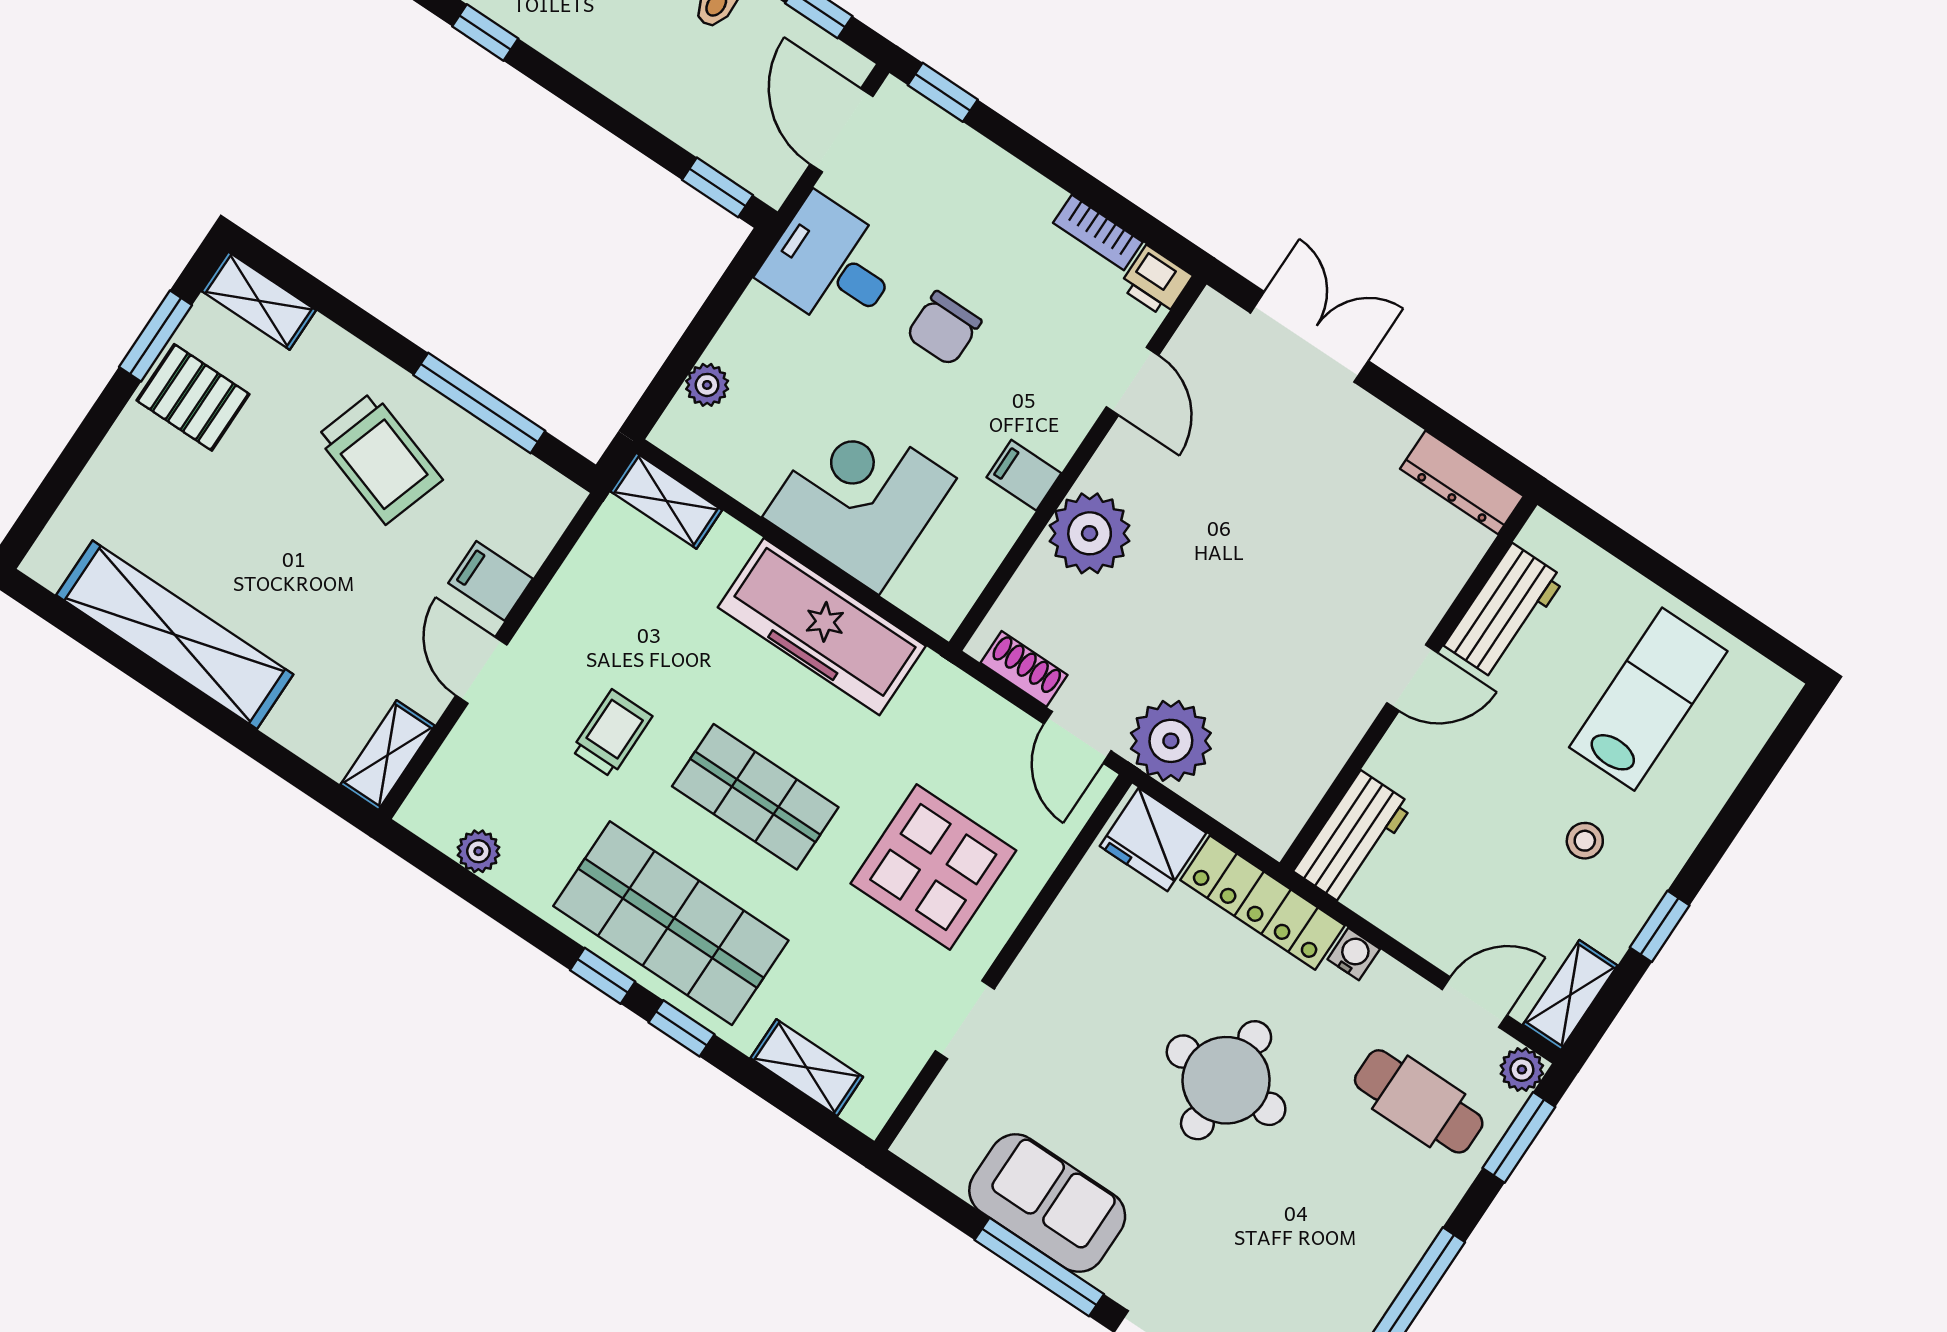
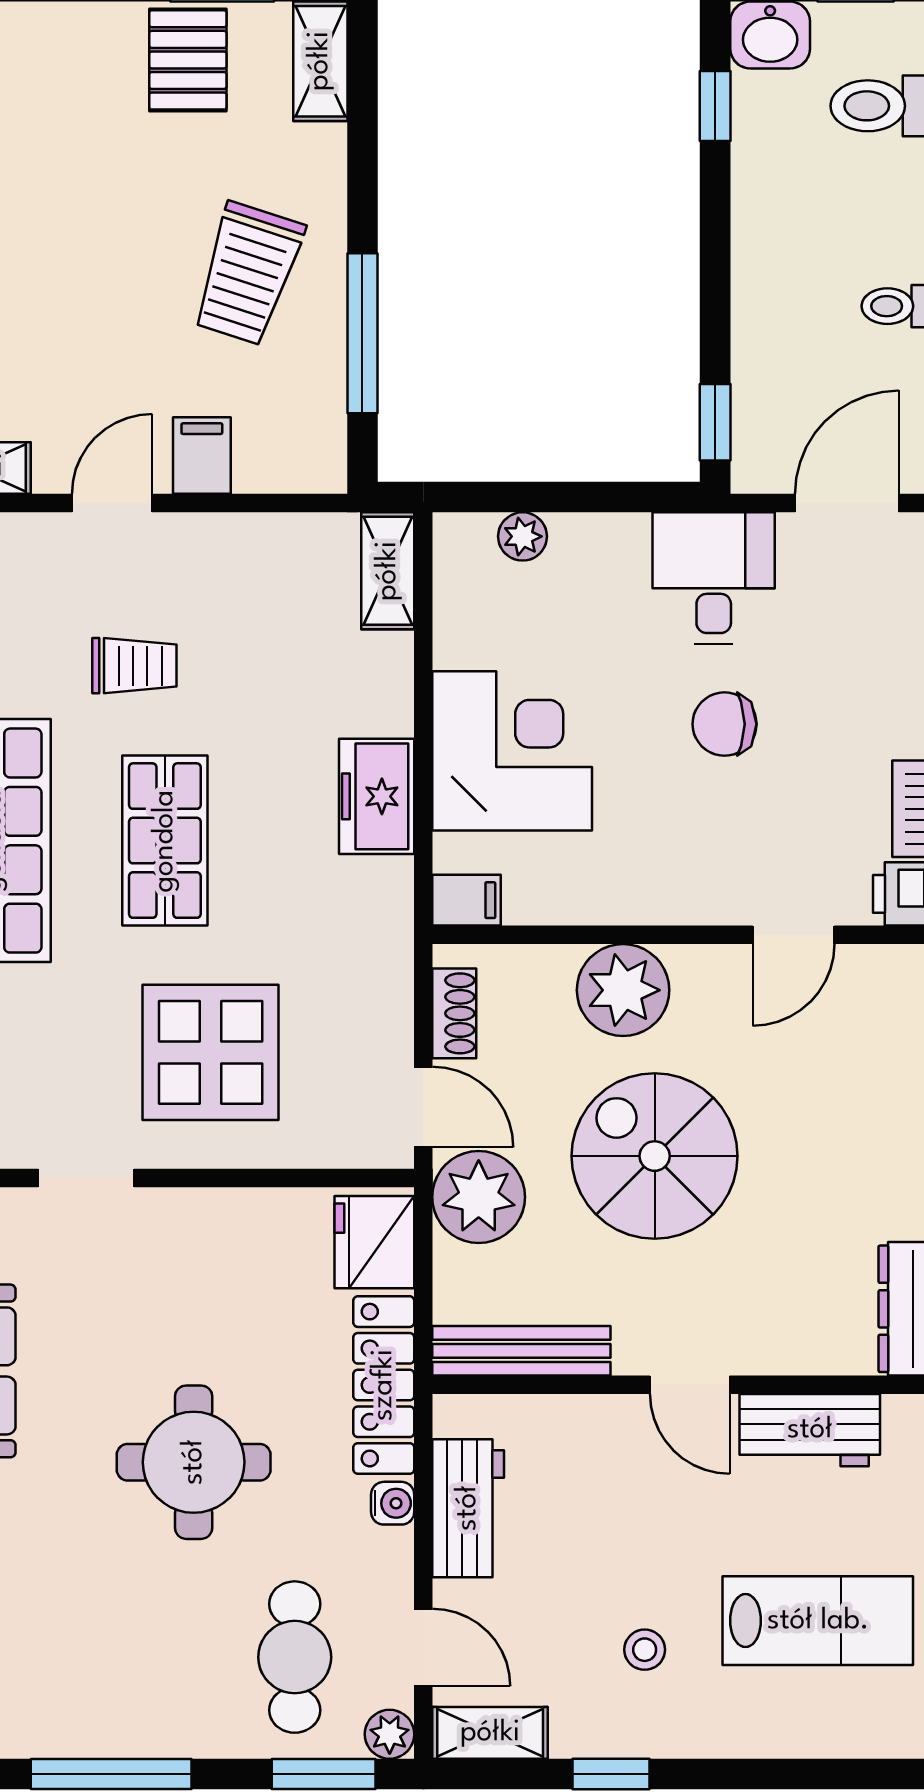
filing cabinet: (1024, 475) -> (466, 900), moved, turned 90
spiral stairs: (1227, 591) -> (655, 1156), added
freezer: (822, 627) -> (377, 796), width x0.52, depth x0.79
door: (1078, 737) -> (423, 1107), swing flipped
bench: (1305, 785) -> (521, 1351), added
workbench: (1353, 838) -> (468, 1508), moved, turned -90

